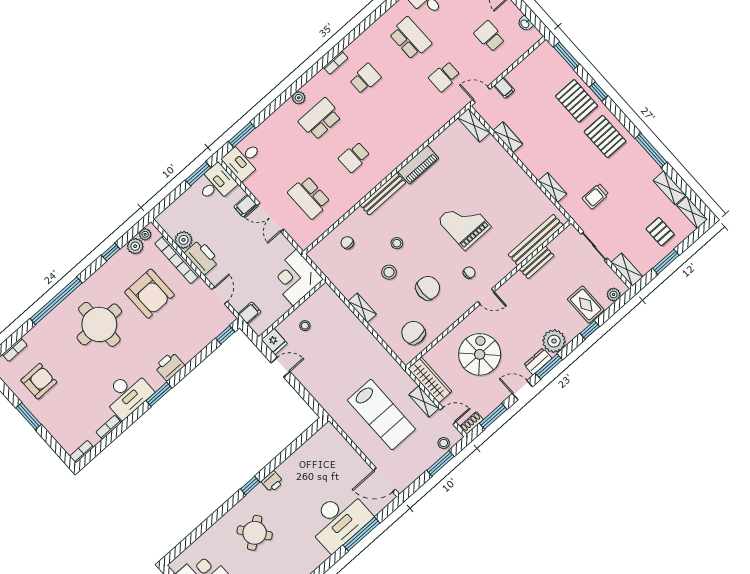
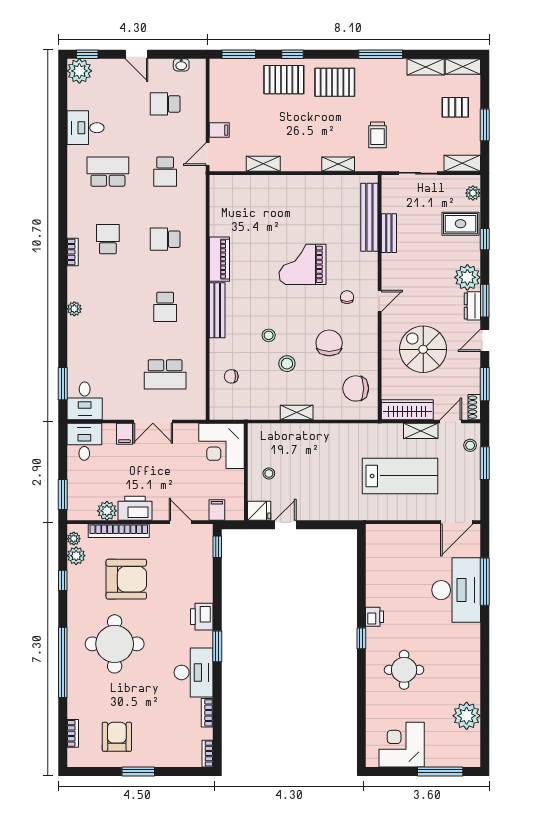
school desk: (320, 119) -> (165, 239), moved, width x0.54
shelving: (474, 125) -> (228, 183), removed
window: (198, 174) -> (63, 494), moved
round table: (255, 533) -> (404, 670), turned 37

